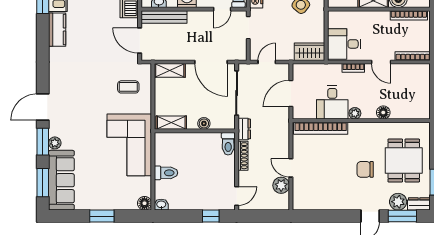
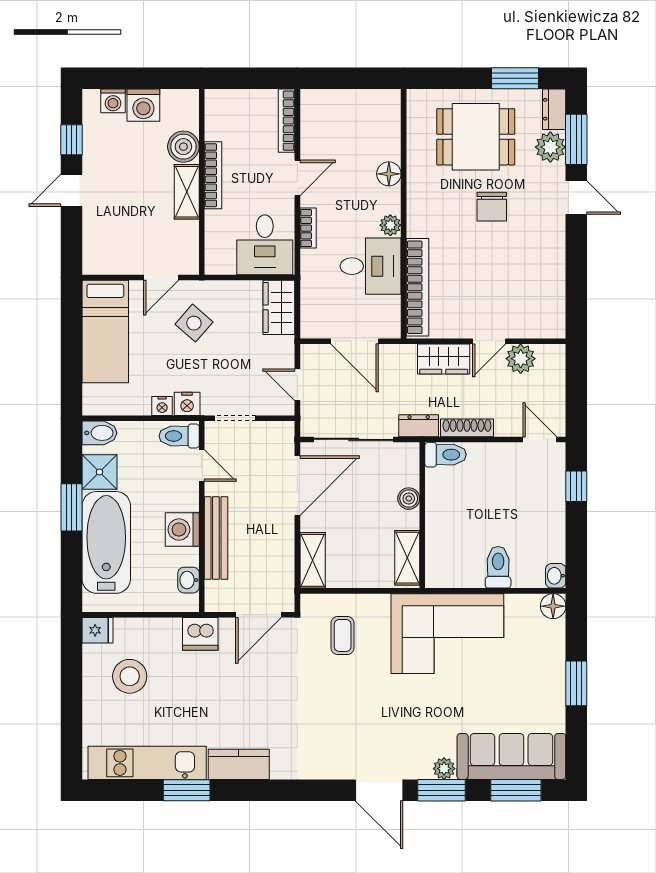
bookcase: (409, 15) -> (213, 175), moved
bench: (164, 17) -> (216, 538), moved
wardrobe: (281, 143) -> (444, 359), added

